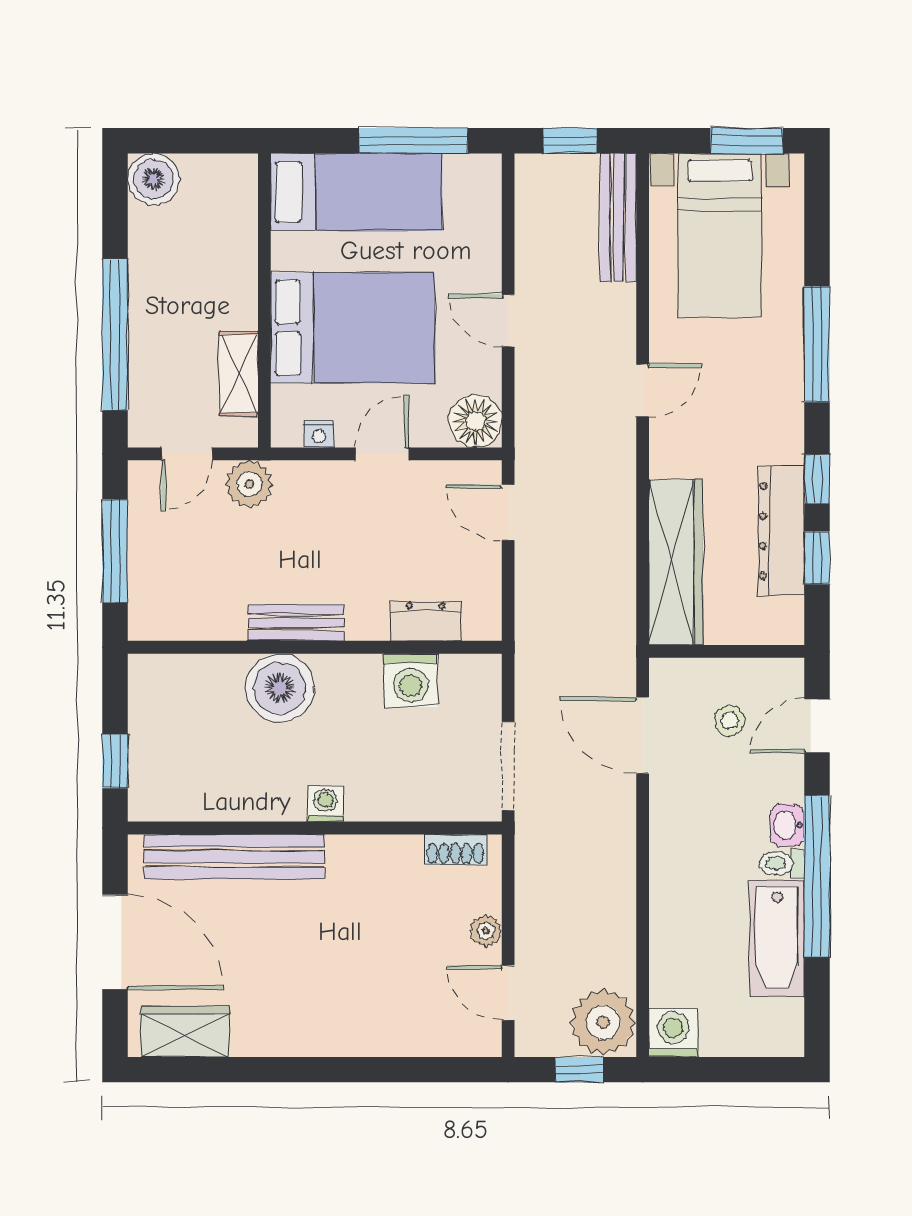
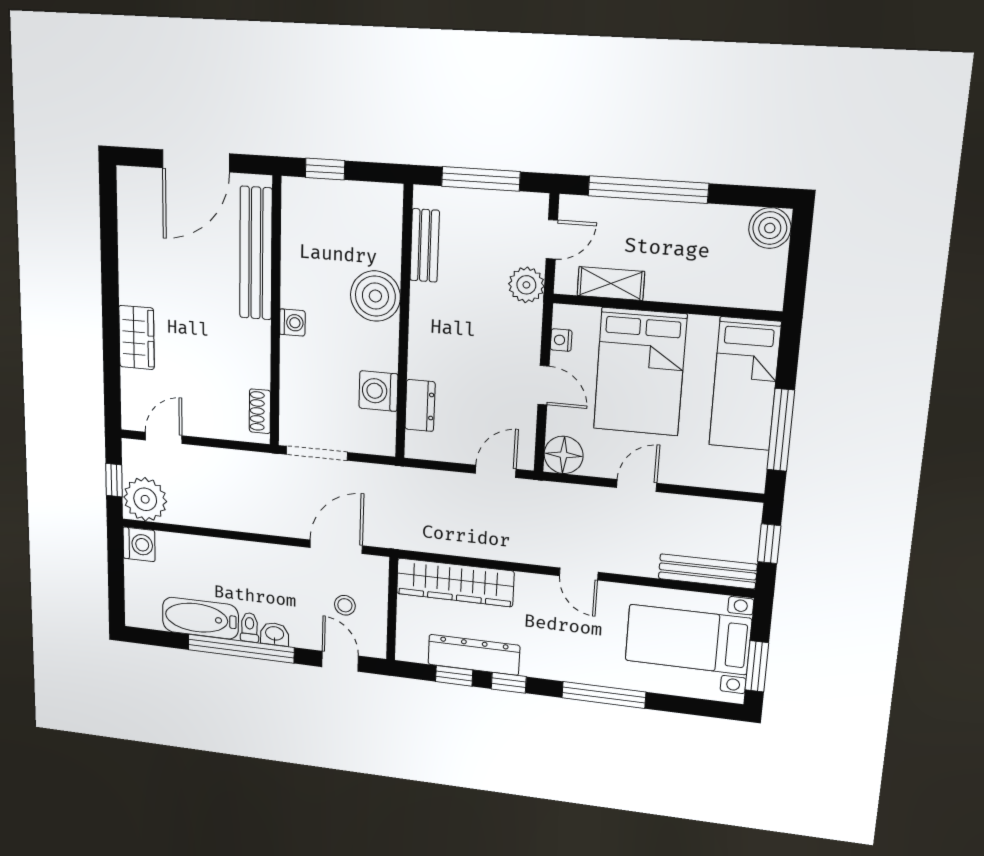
door: (187, 454) -> (552, 239), swing flipped
bench: (296, 623) -> (425, 245), moved
plant: (486, 931) -> (205, 427), removed
wardrobe: (185, 1031) -> (137, 338), moved

